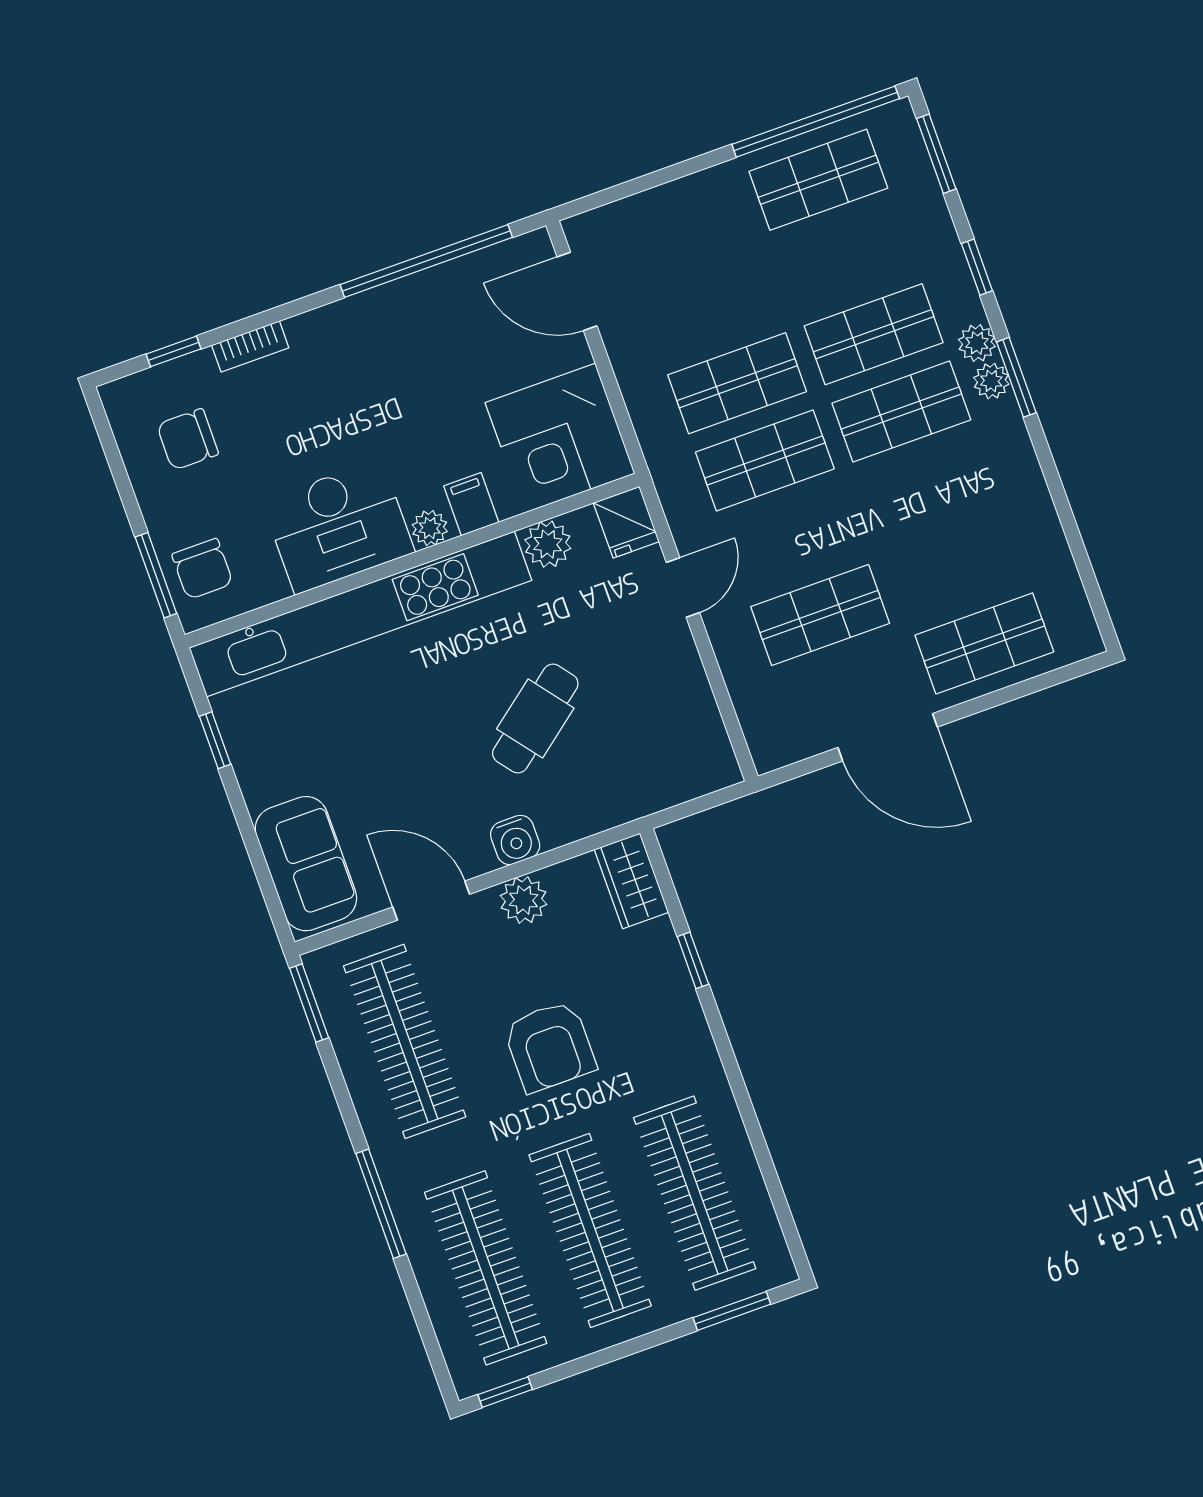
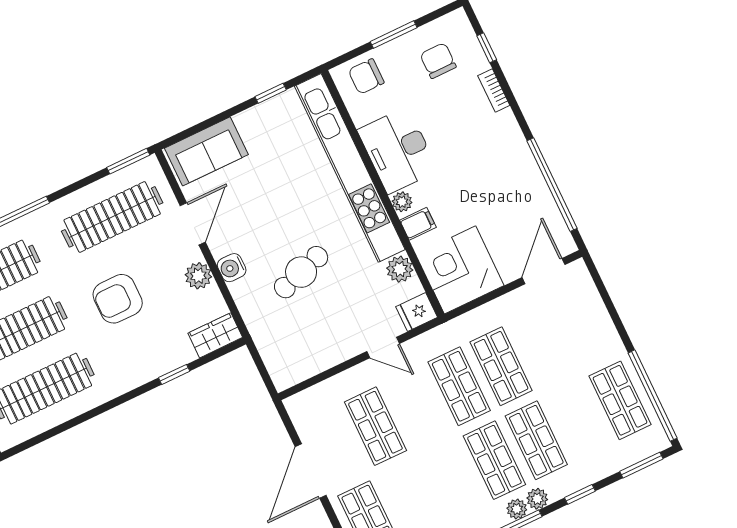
window: (156, 575) -> (394, 35), moved
cafe table: (535, 719) -> (301, 272), turned -70

